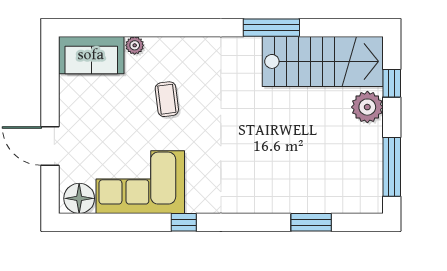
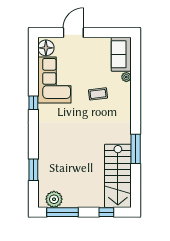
plant: (367, 107) -> (54, 199), moved

